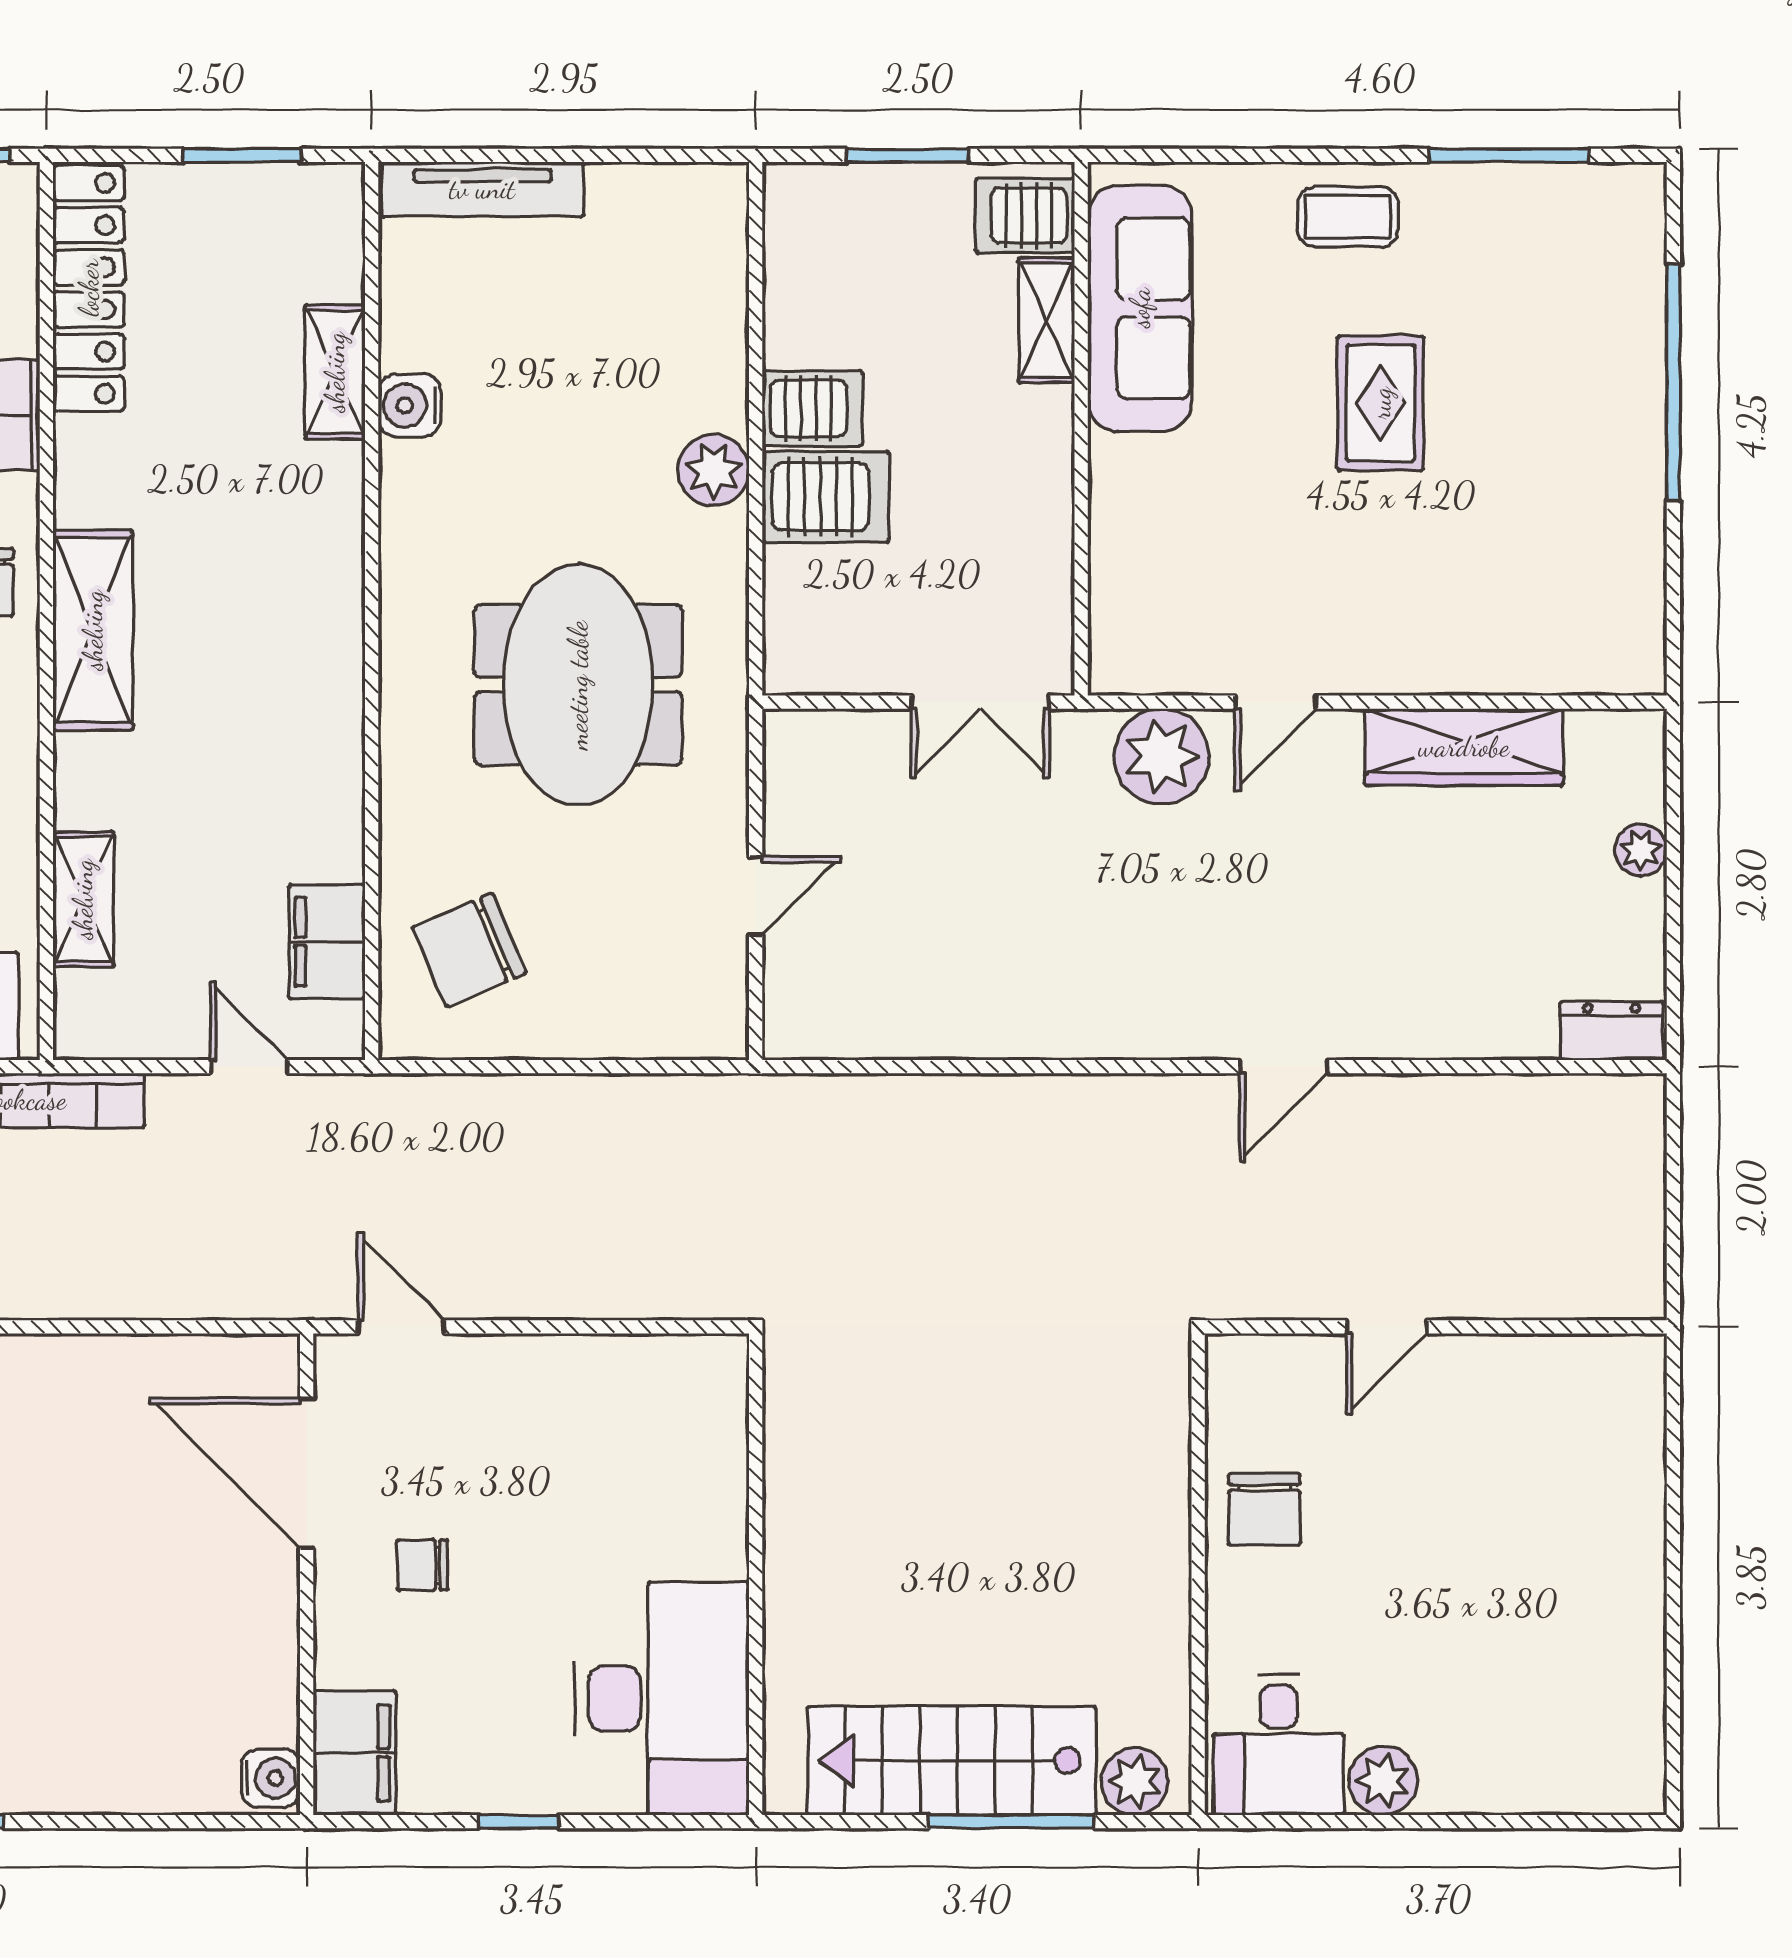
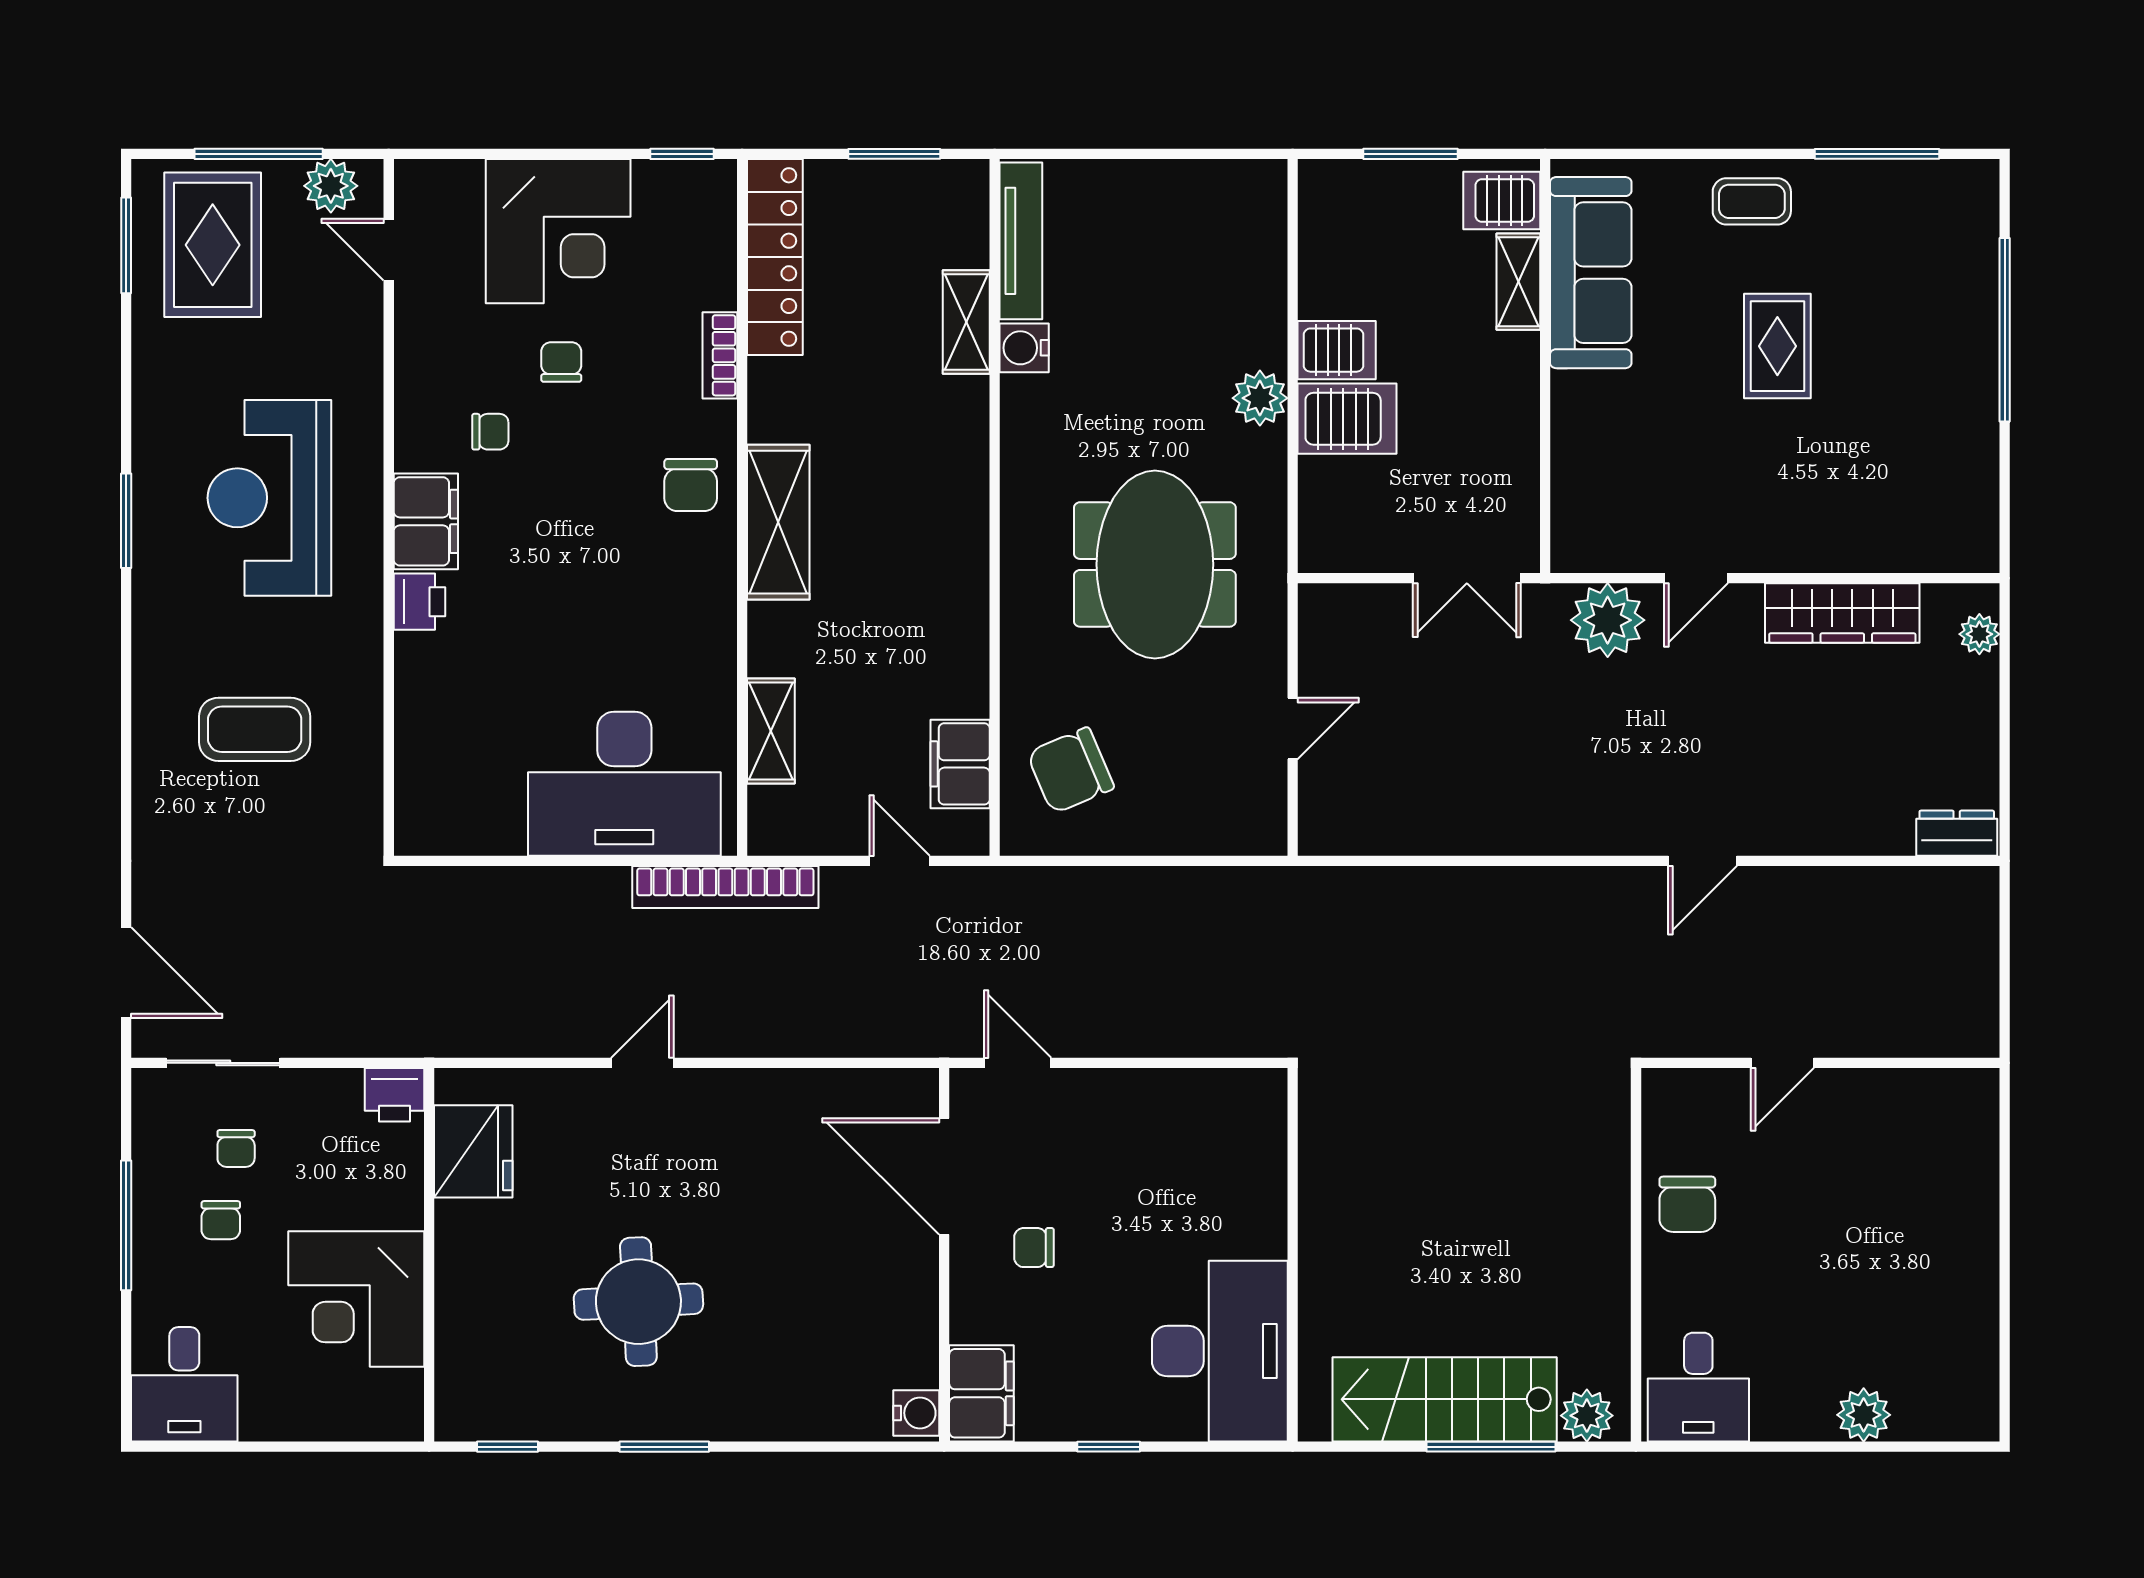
tv unit: (482, 189) -> (1021, 241), moved, turned -90
plant: (1641, 850) -> (1979, 634), moved
plant: (1383, 1781) -> (1864, 1415), moved

